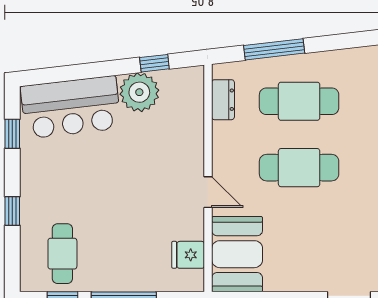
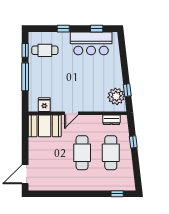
window: (274, 49) -> (133, 142), width x0.46
plant: (139, 92) -> (116, 96), moved
bar counter: (71, 107) -> (91, 43), moved, turned -83

